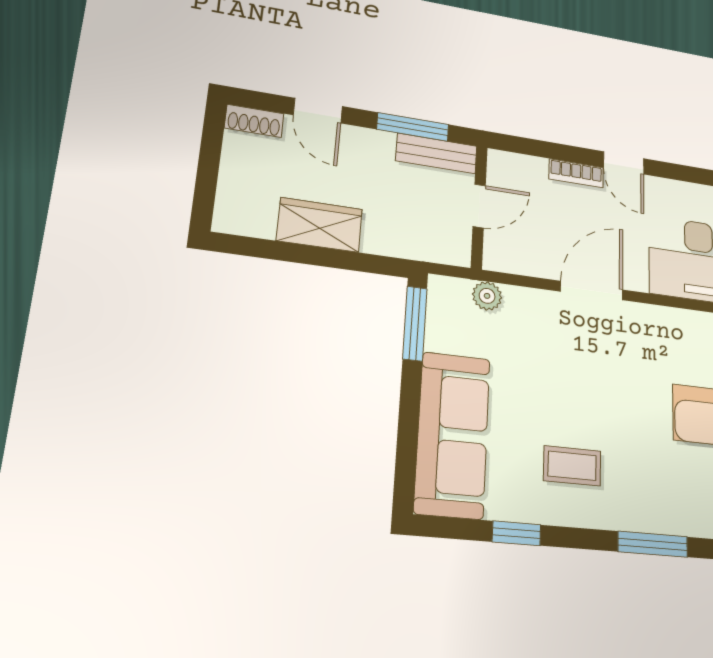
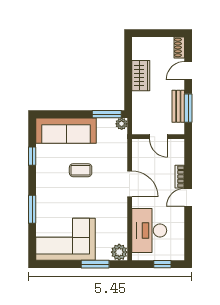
bench: (437, 153) -> (178, 106), moved
plant: (487, 296) -> (122, 124), moved
coffee table: (572, 466) -> (81, 170), moved, turned 90

